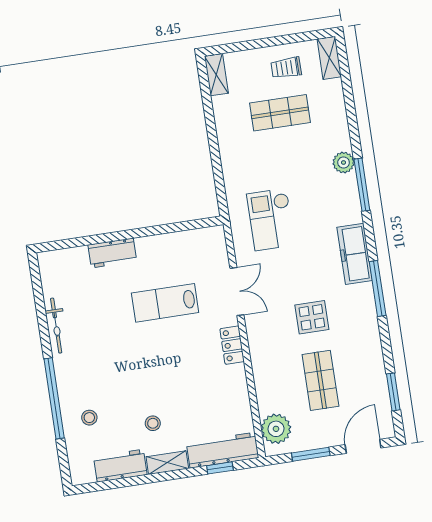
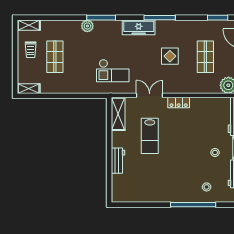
shelving: (196, 241) -> (118, 114), added
bicycle: (56, 326) -> (153, 198), removed
shop shelf: (320, 380) -> (205, 57), turned 90

